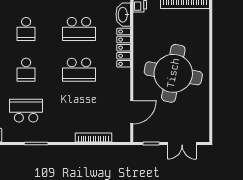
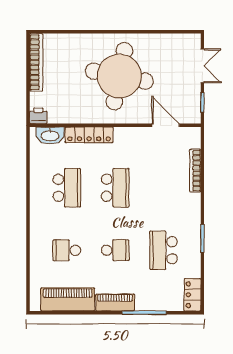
school desk: (26, 29) -> (67, 250), turned 180

